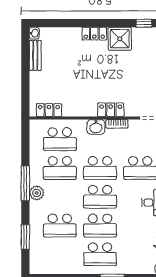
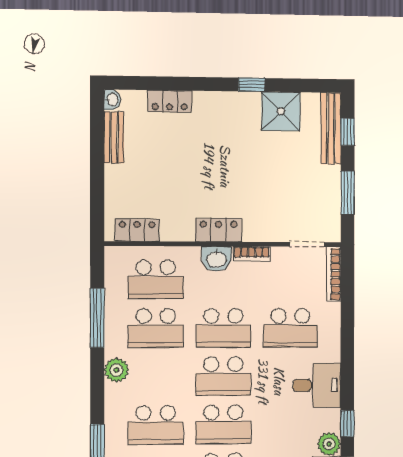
window: (144, 23) -> (252, 85), moved
locker: (94, 34) -> (170, 101), moved
shower: (120, 39) -> (281, 111), moved
locker: (111, 110) -> (219, 230), moved
window: (25, 183) -> (97, 318), moved

